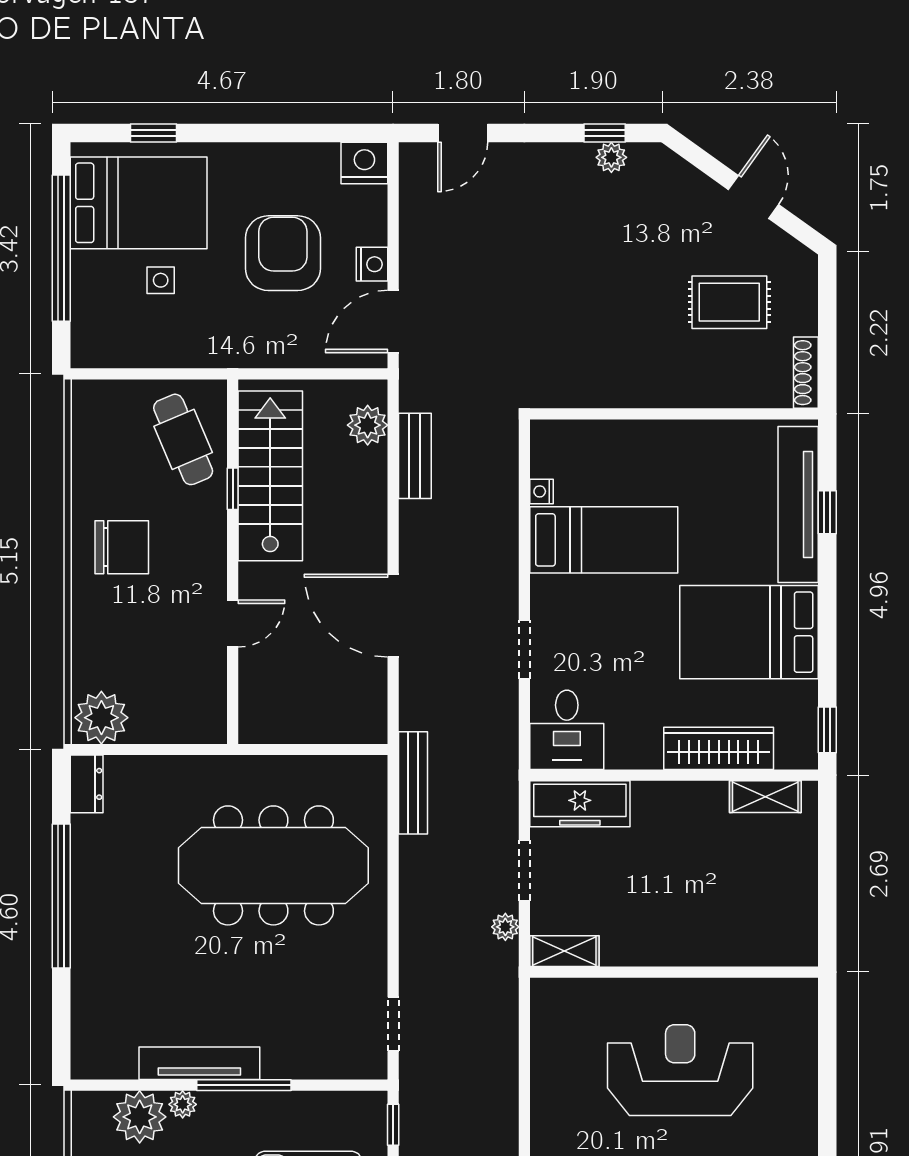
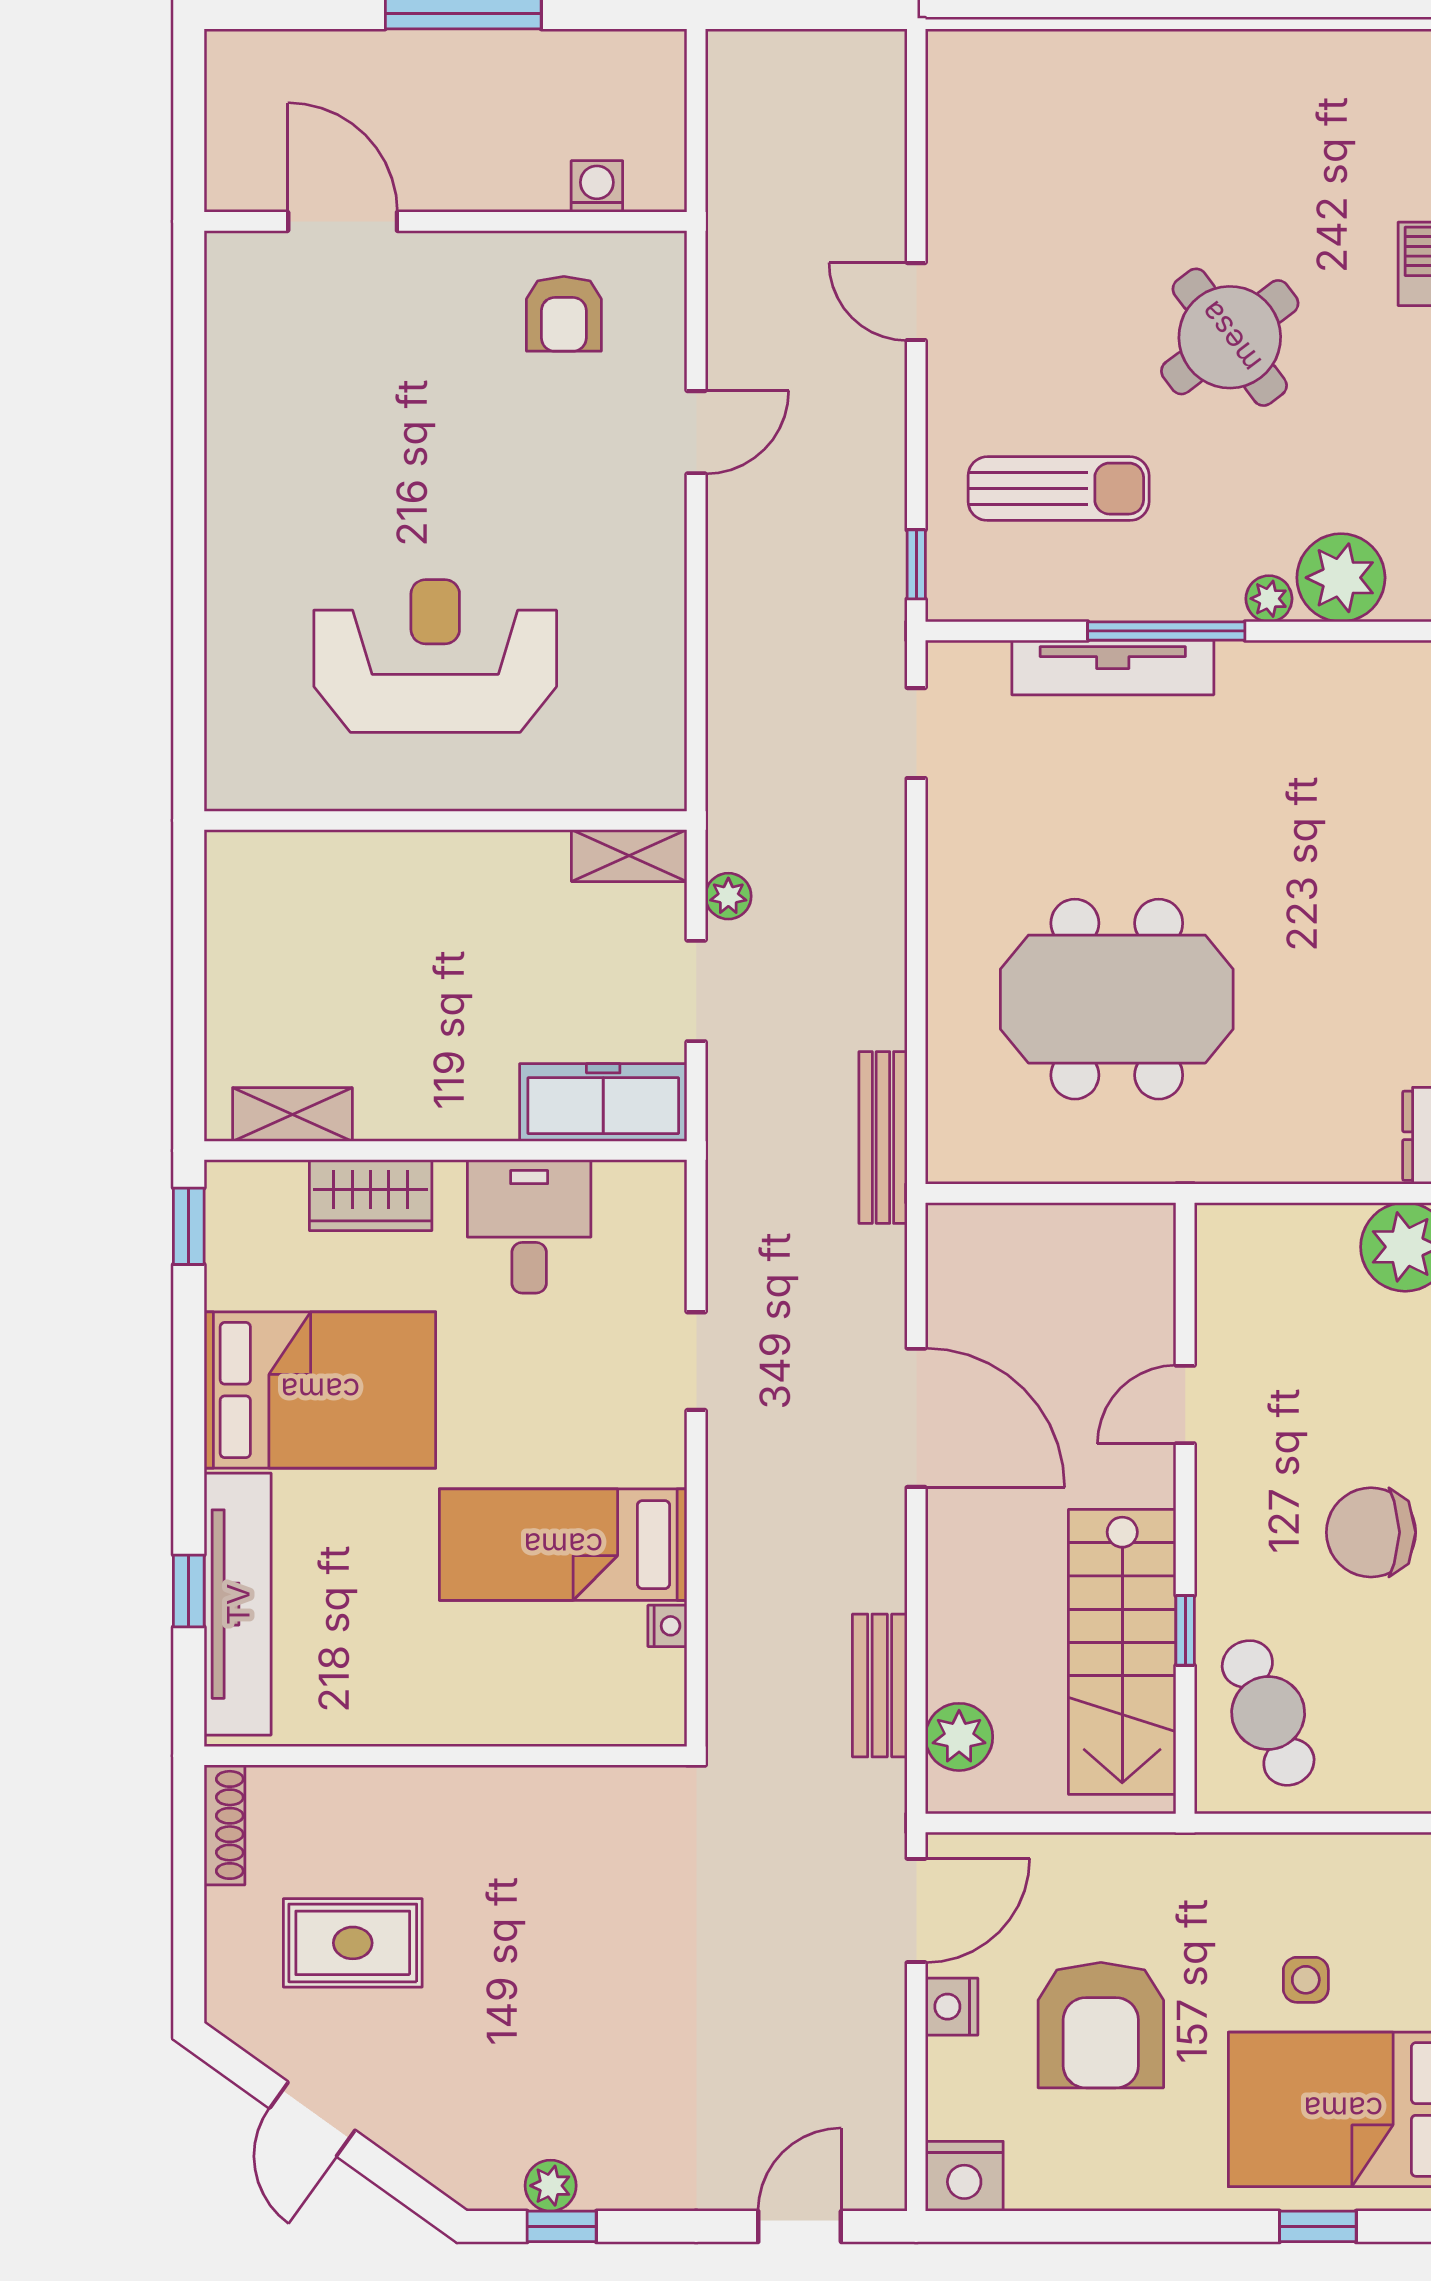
desk: (567, 730) -> (529, 1226), moved
wardrobe: (719, 748) -> (371, 1195), width x0.67
meeting table: (273, 865) -> (1117, 999), width x0.73
tv unit: (199, 1063) -> (1113, 667), moved
reception desk: (680, 1070) -> (435, 656), turned 180

